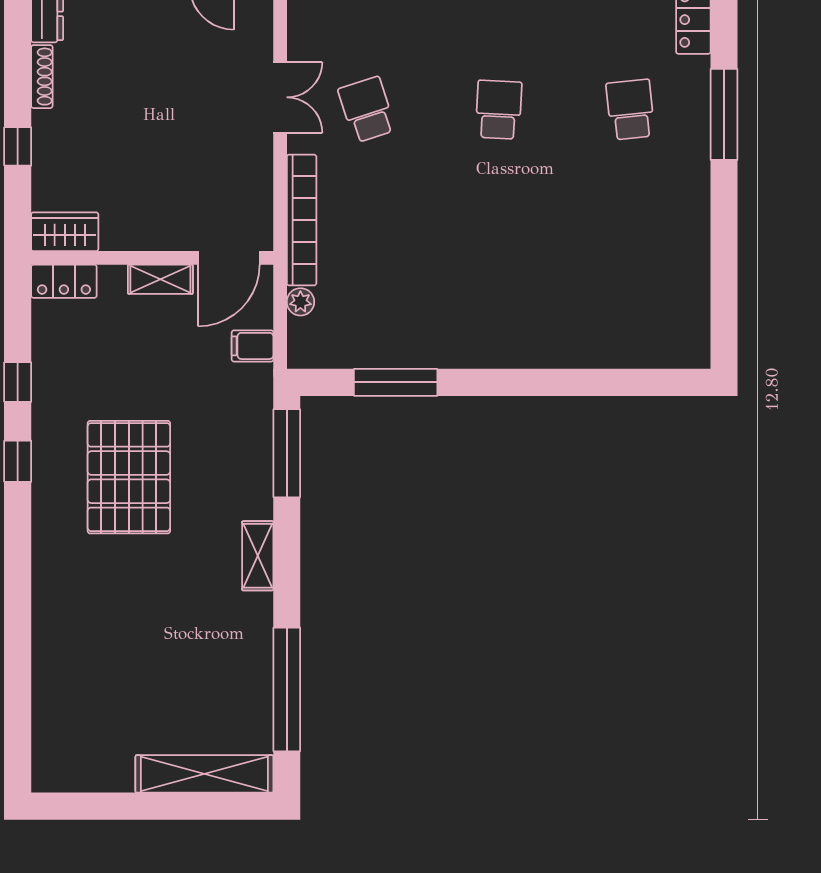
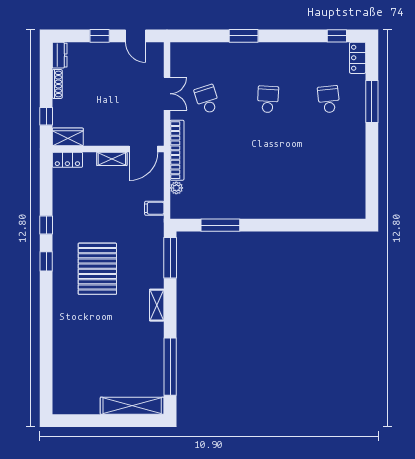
wardrobe: (65, 232) -> (68, 137), moved
wall: (152, 258) -> (108, 149), moved
door: (229, 258) -> (143, 149), moved
shelving: (160, 279) -> (112, 159), moved
locker: (64, 281) -> (67, 160), moved

